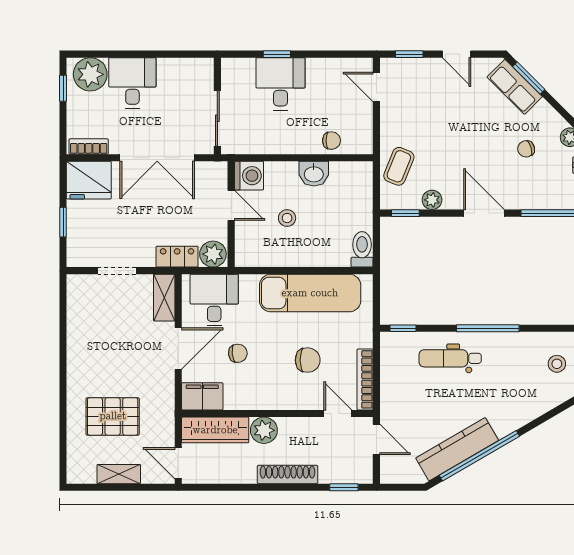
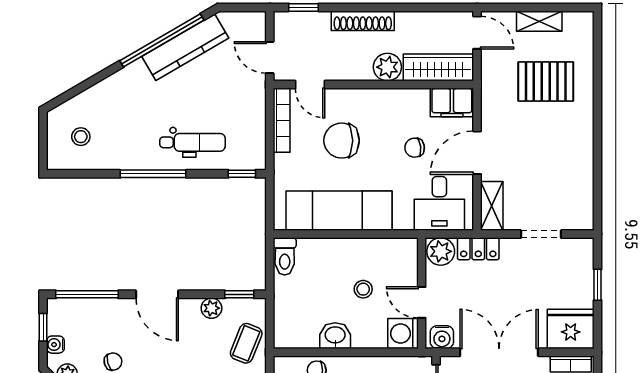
water cooler: (212, 172) -> (442, 337), added
chair: (308, 360) -> (342, 141), width x1.37, depth x1.37

